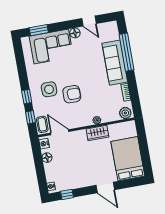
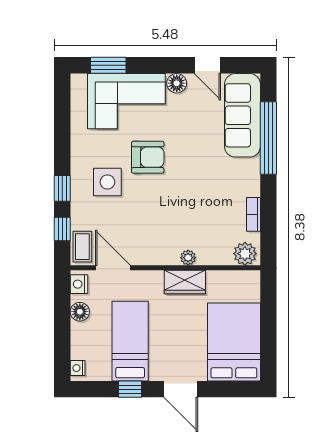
sofa: (115, 63) -> (242, 115), moved
armchair: (72, 94) -> (148, 157), moved
bed: (75, 168) -> (130, 341), added
window: (67, 194) -> (130, 389), moved

